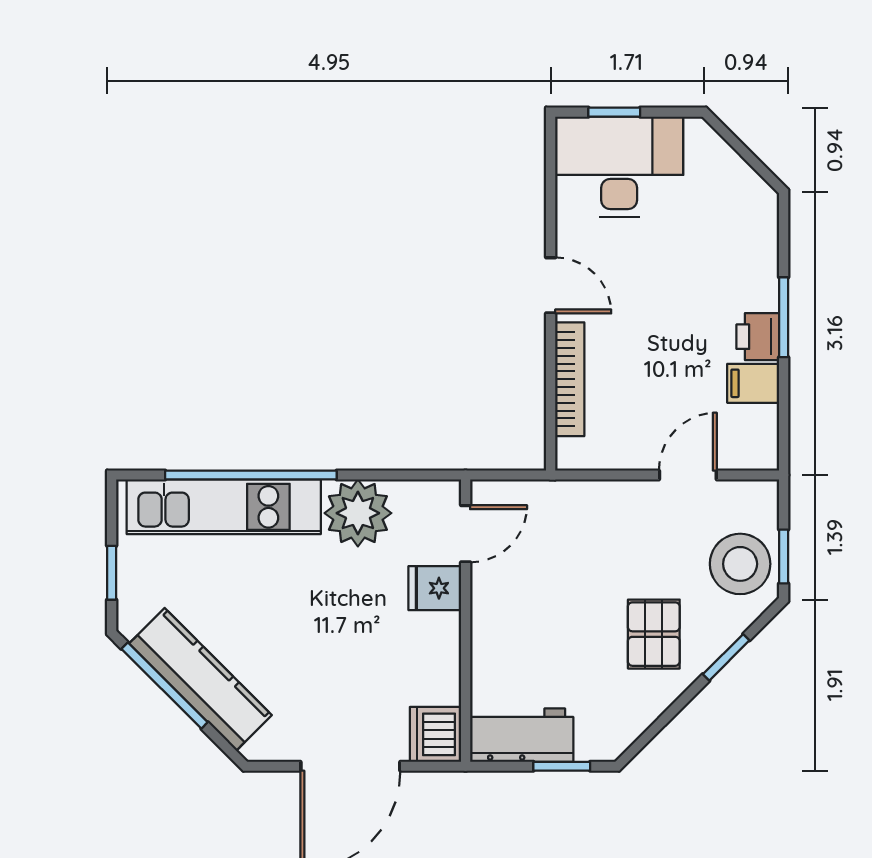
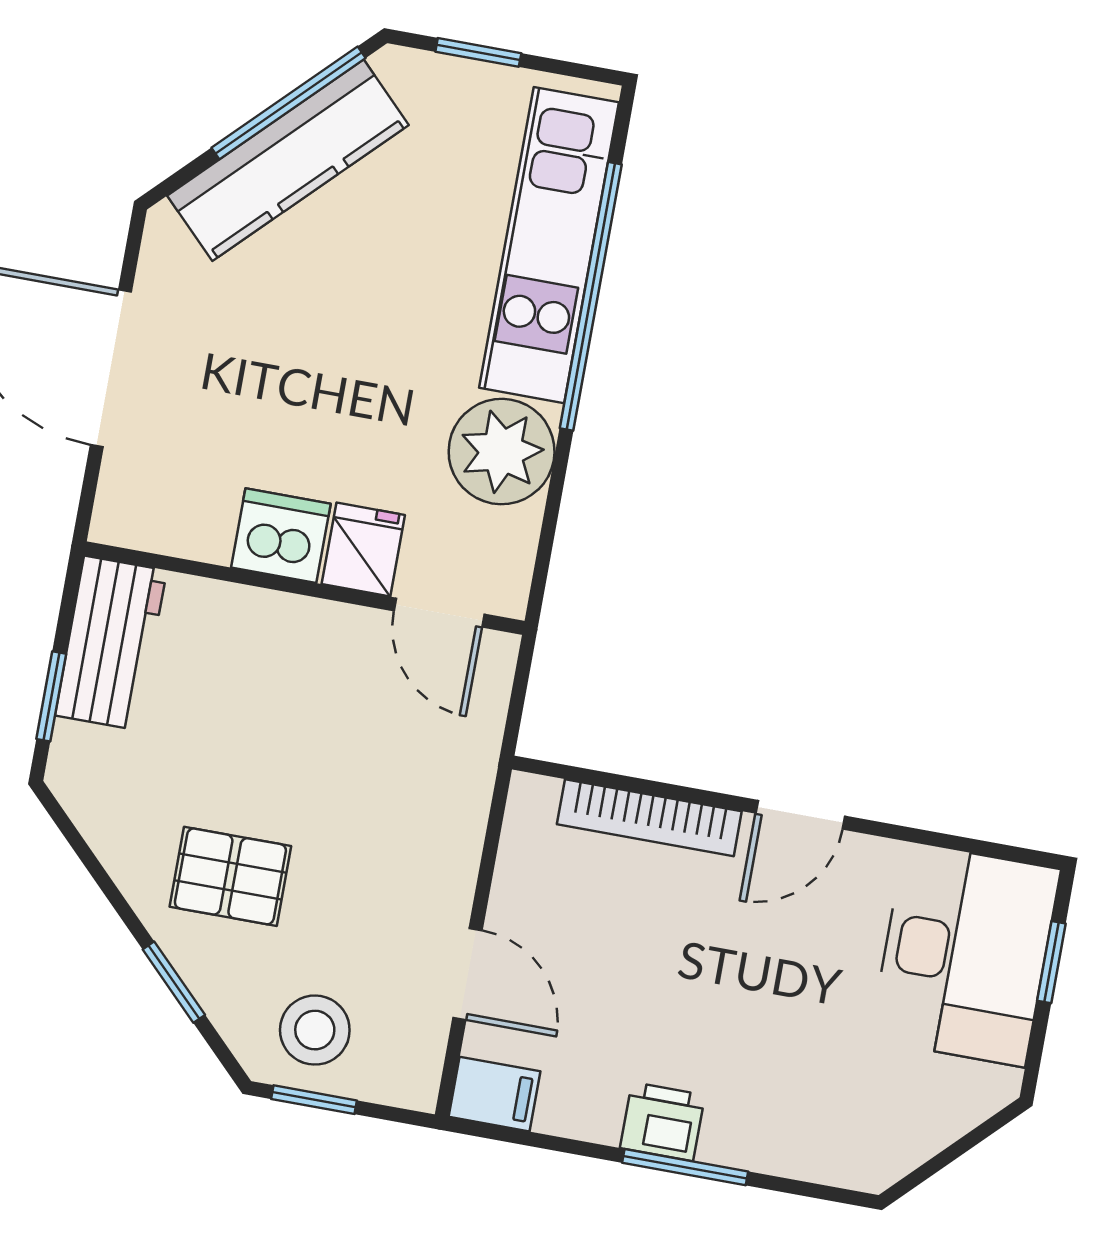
filing cabinet: (753, 383) -> (495, 1094), moved, turned 90
stool: (740, 564) -> (315, 1030), width x0.73, depth x0.73
dishwasher: (435, 734) -> (281, 536), moved

